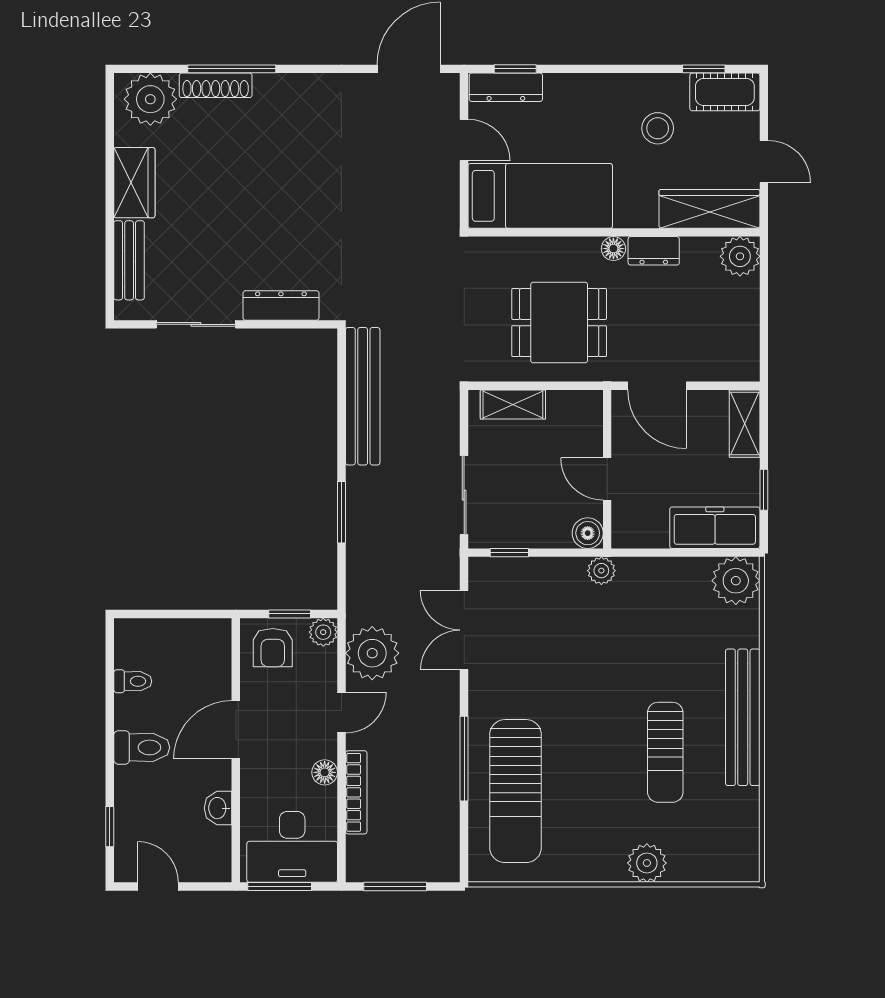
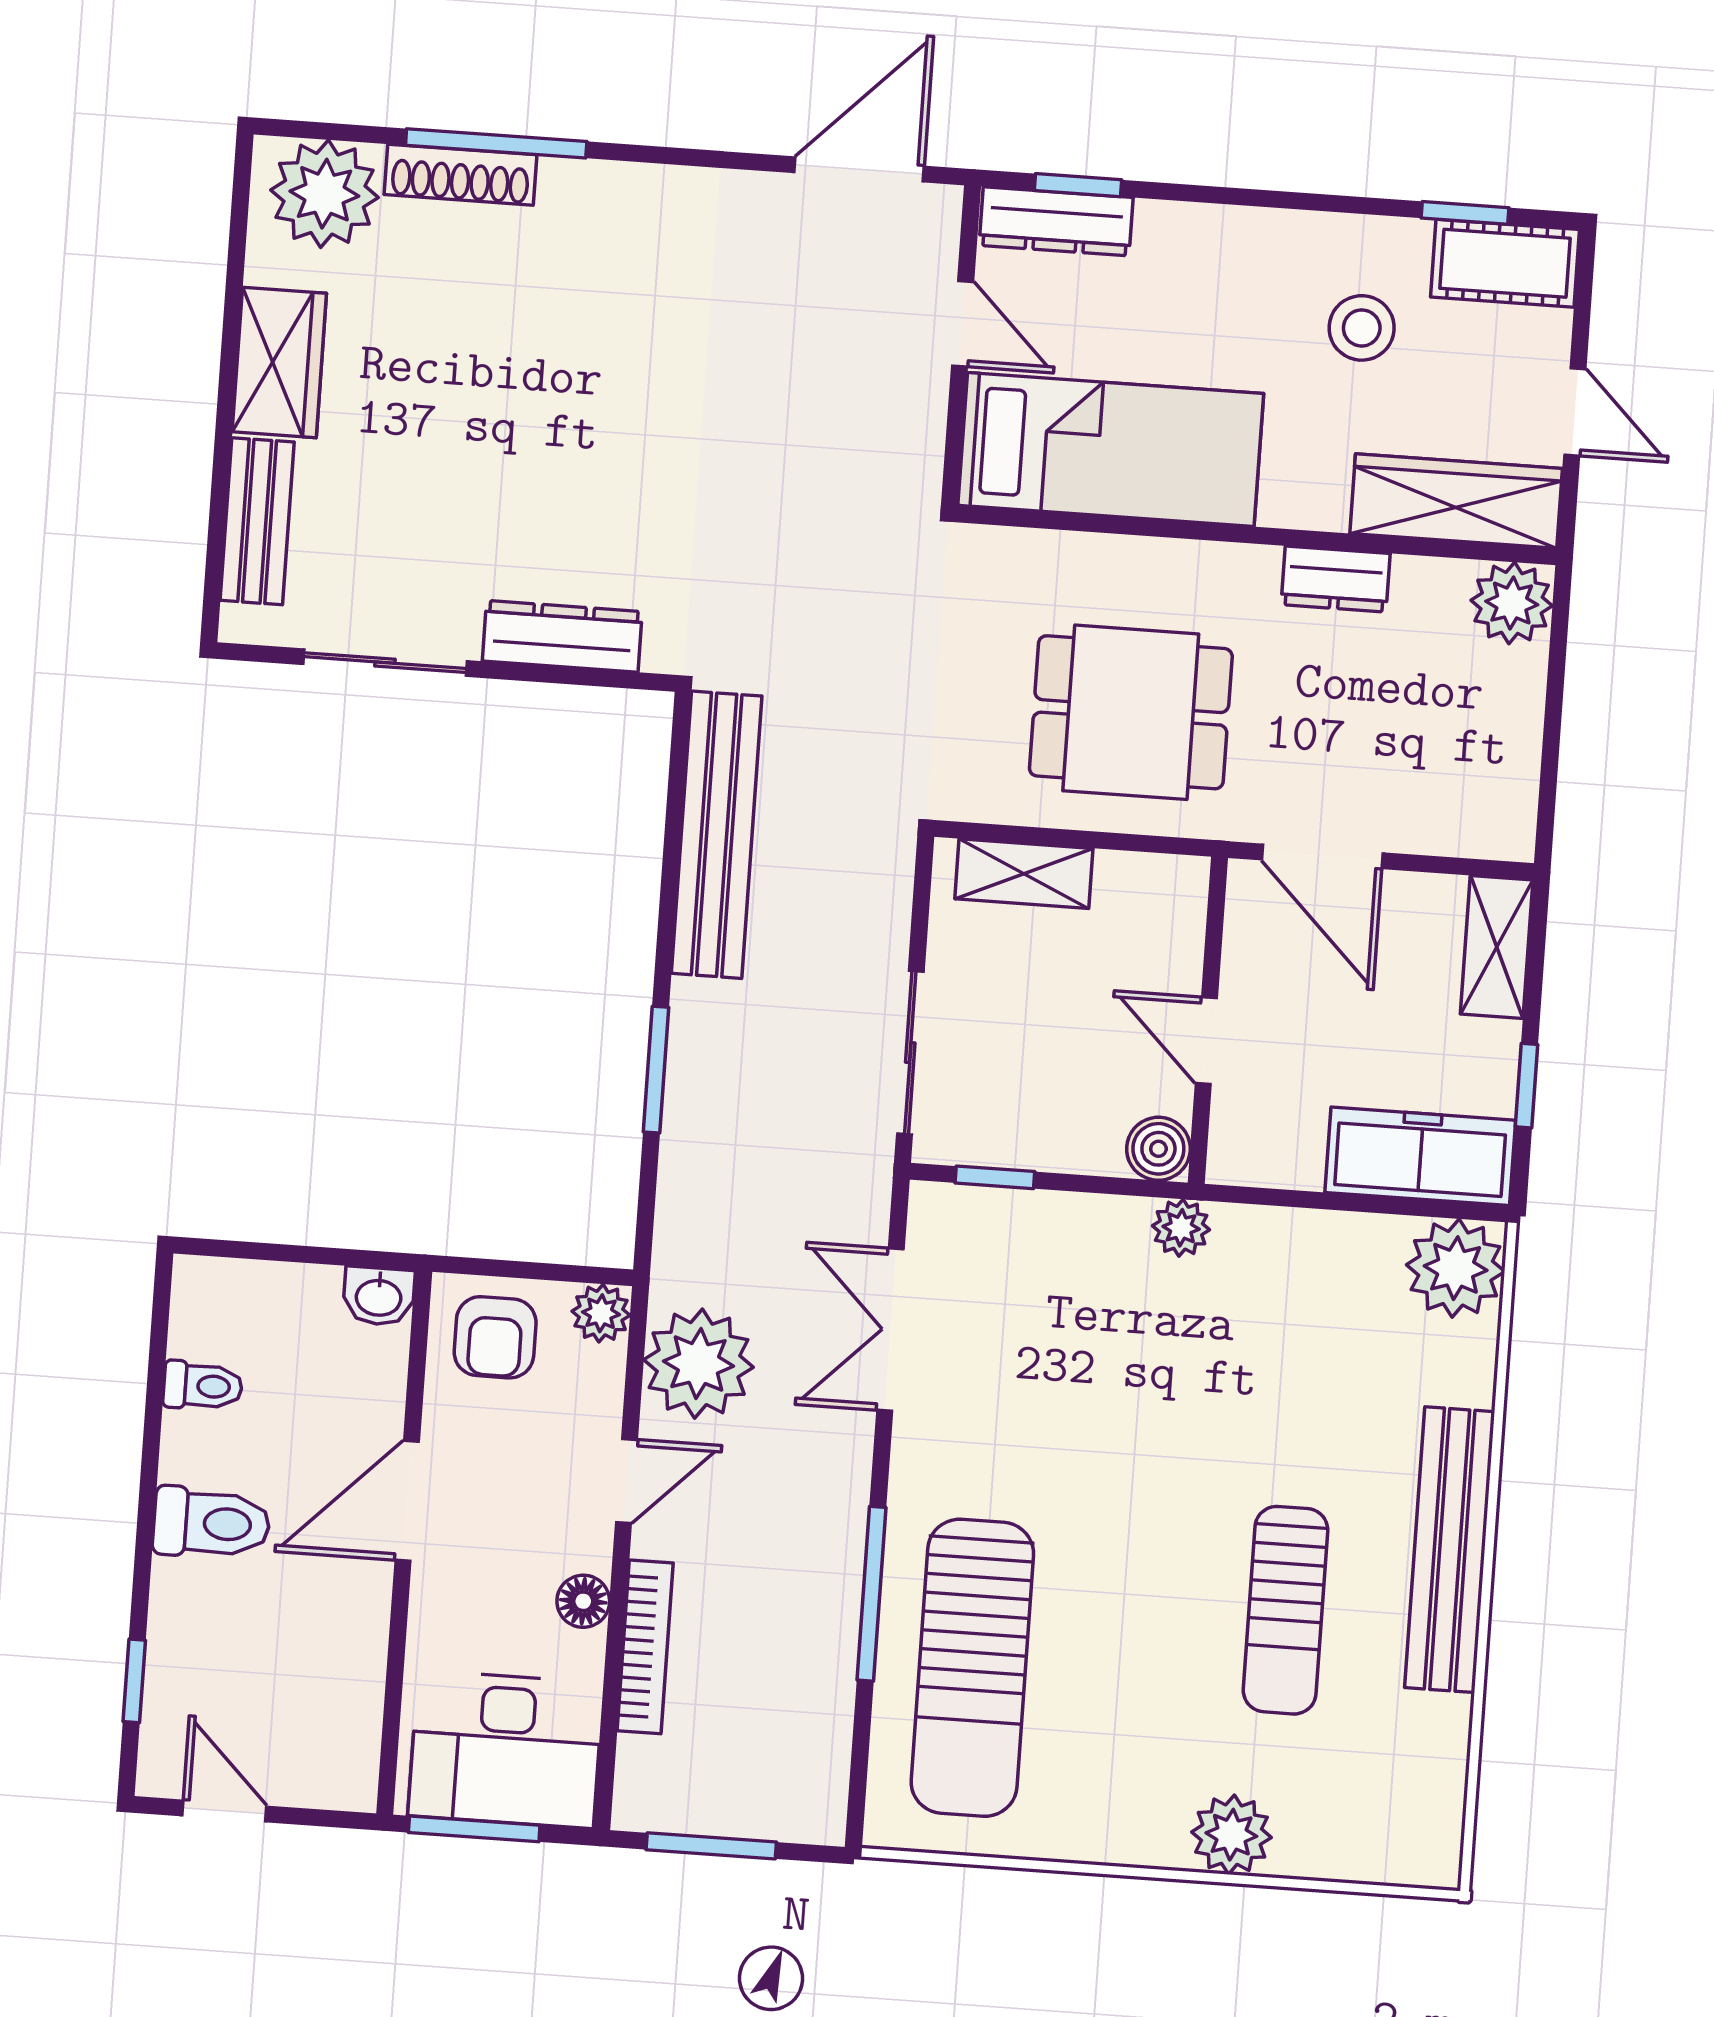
floor lamp: (613, 249) -> (1253, 568), removed
window: (290, 614) -> (535, 1271), removed
washbasin: (218, 808) -> (379, 1296), moved, turned -90

